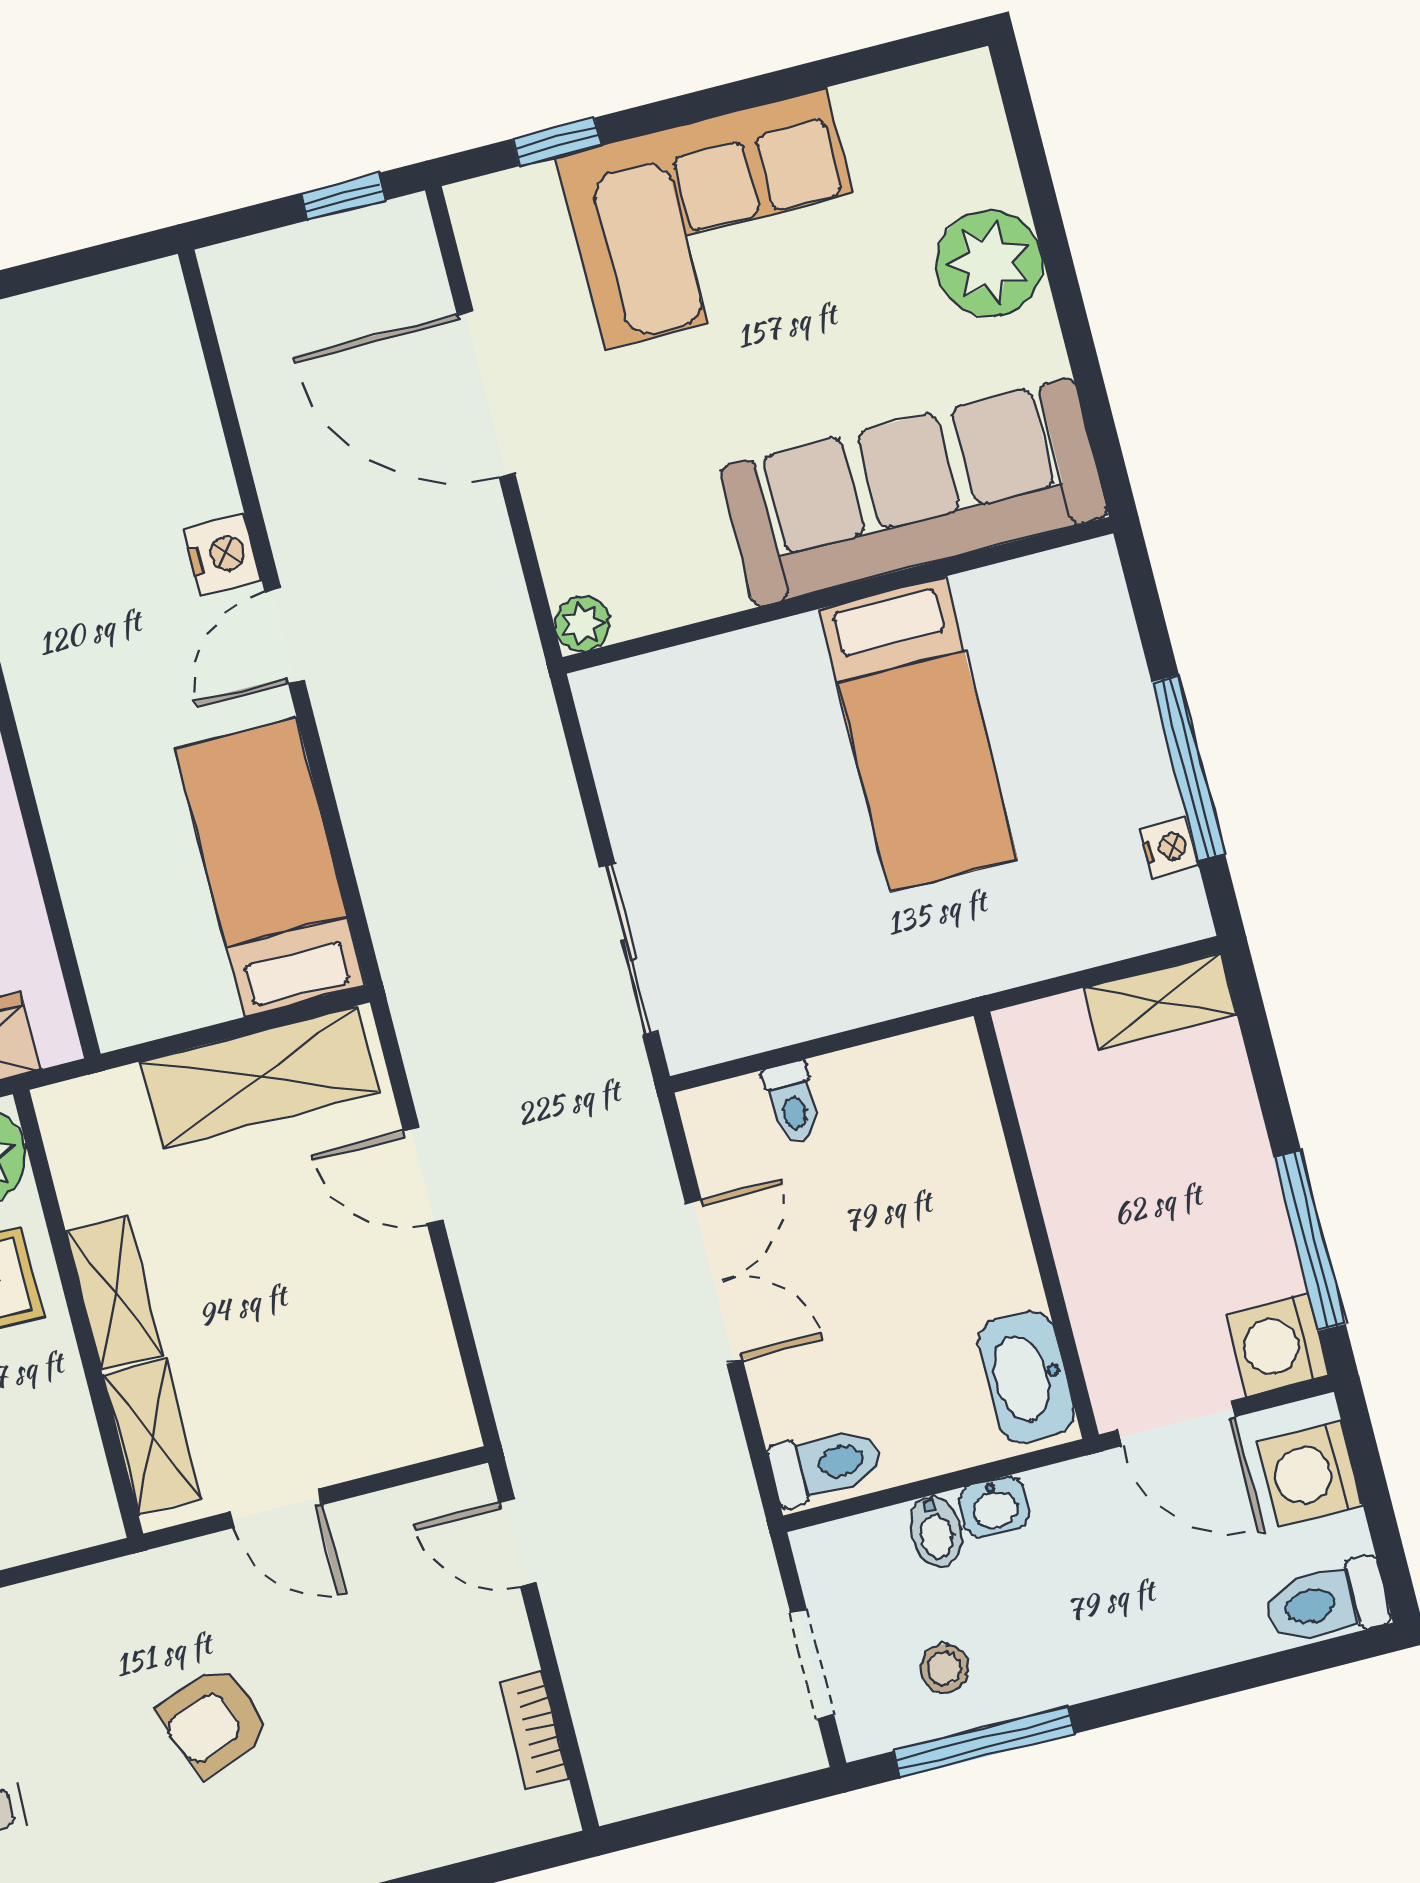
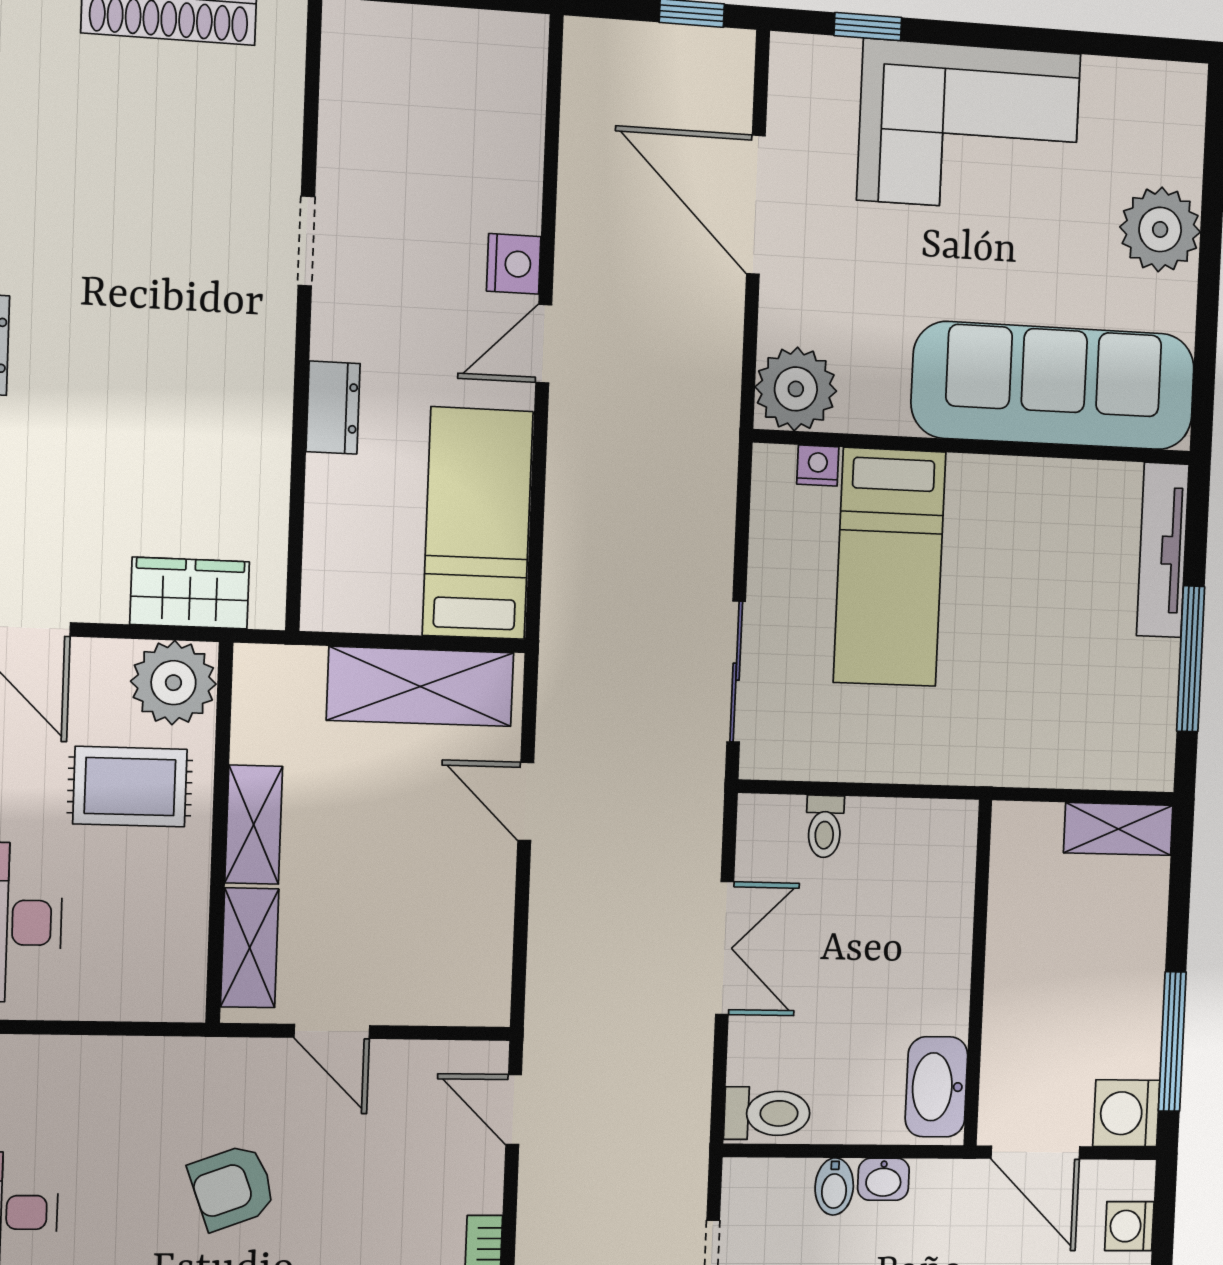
plant: (582, 624) -> (796, 389), width x1.88, depth x1.88
tv unit: (1112, 647) -> (1163, 550), added
bed: (918, 734) -> (890, 567), moved
dresser: (63, 786) -> (333, 407), added
nightstand: (1169, 847) -> (818, 466), moved, turned -90
washing machine: (1310, 1474) -> (1129, 1226), width x0.73, depth x0.73

